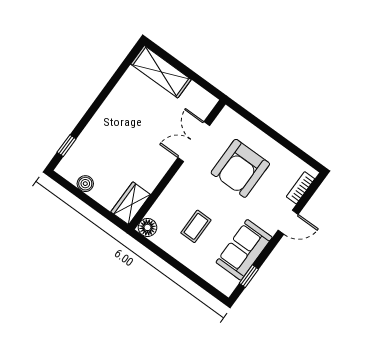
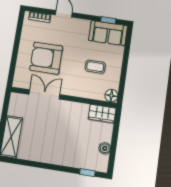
double door: (194, 142) -> (44, 94), swing flipped
armchair: (240, 168) -> (46, 58), turned 180
sofa: (244, 250) -> (108, 33), moved

